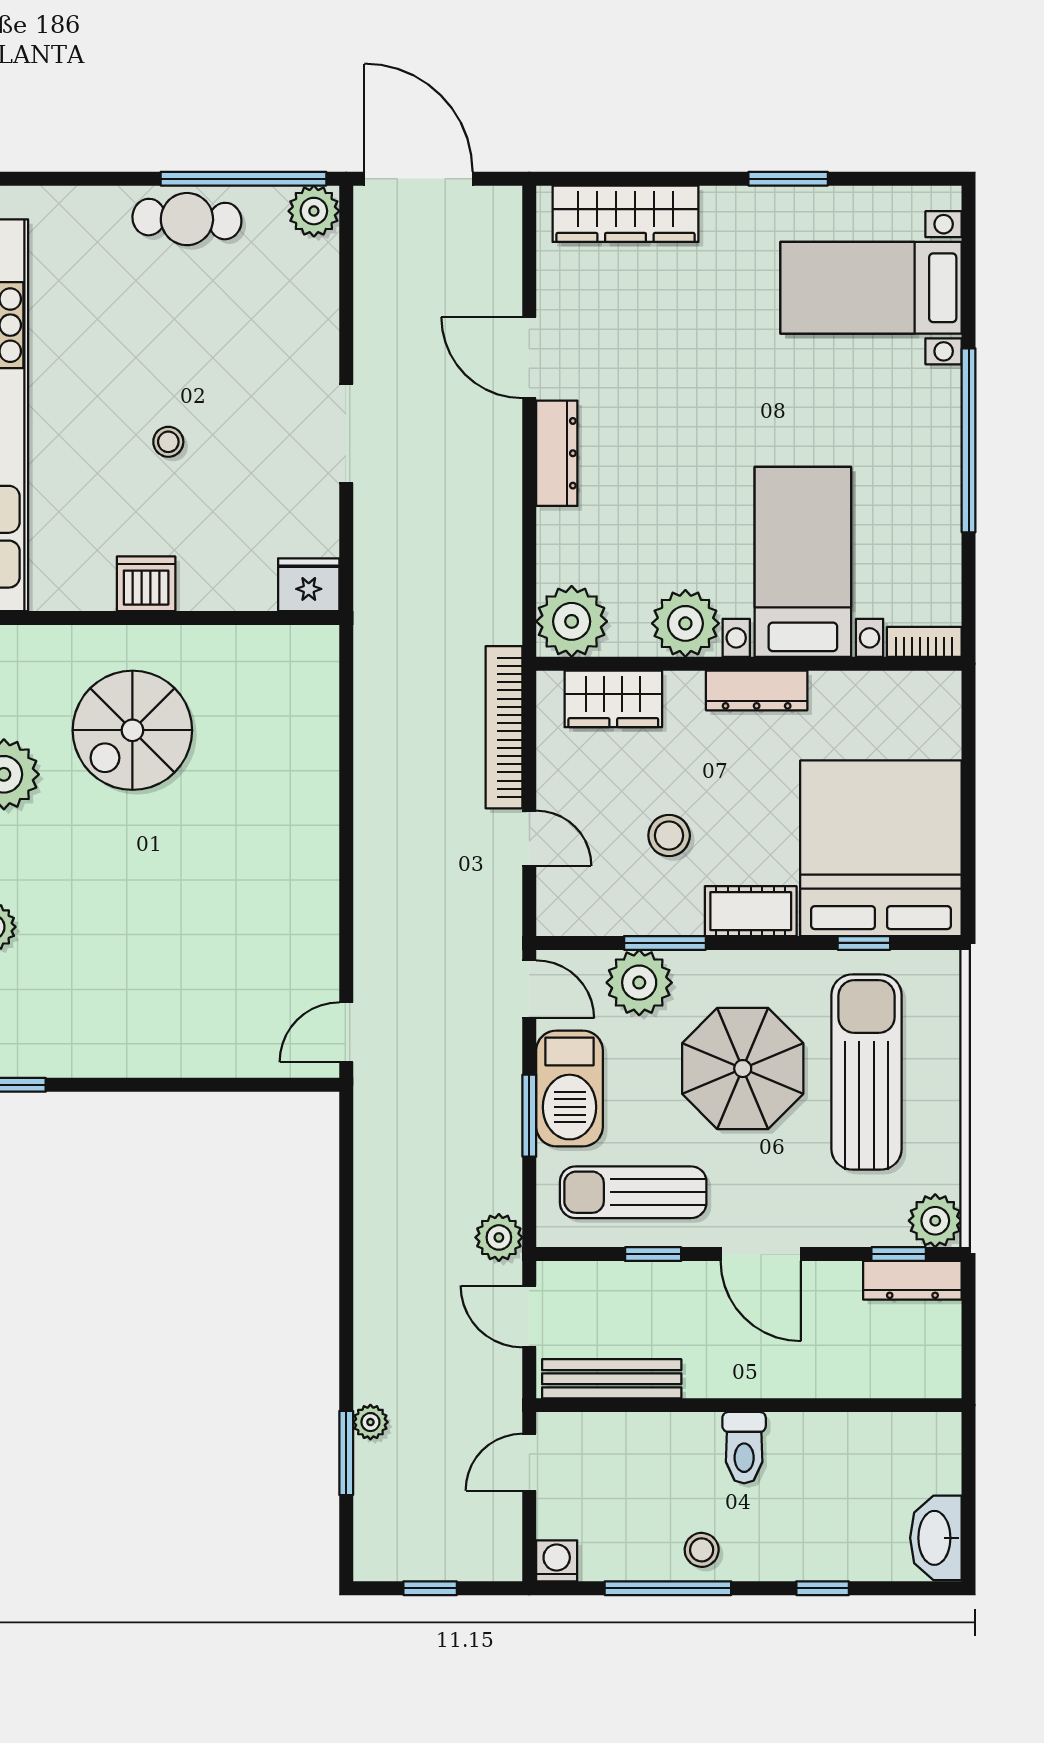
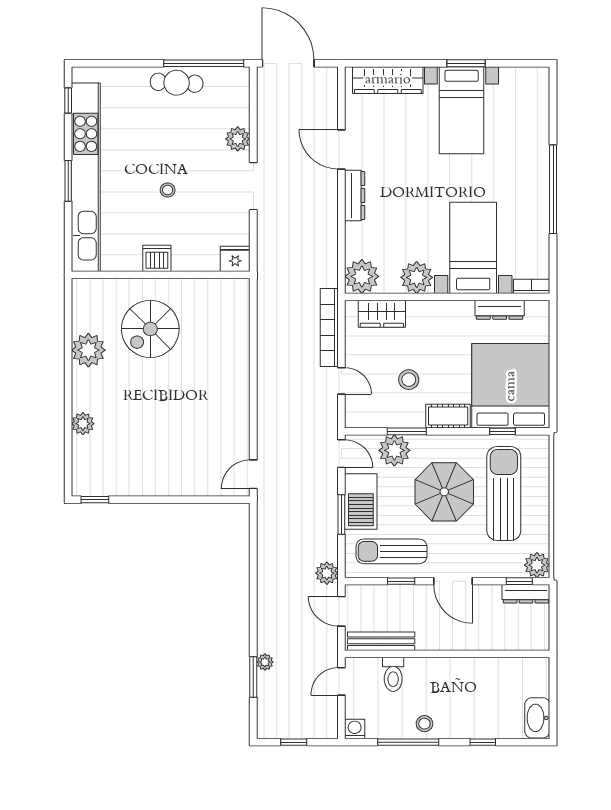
plant: (314, 211) -> (238, 139), moved
bed with nightstands: (871, 288) -> (462, 110), moved, turned -90
dresser: (757, 690) -> (500, 310), moved
toilet: (744, 1448) -> (393, 674), moved

